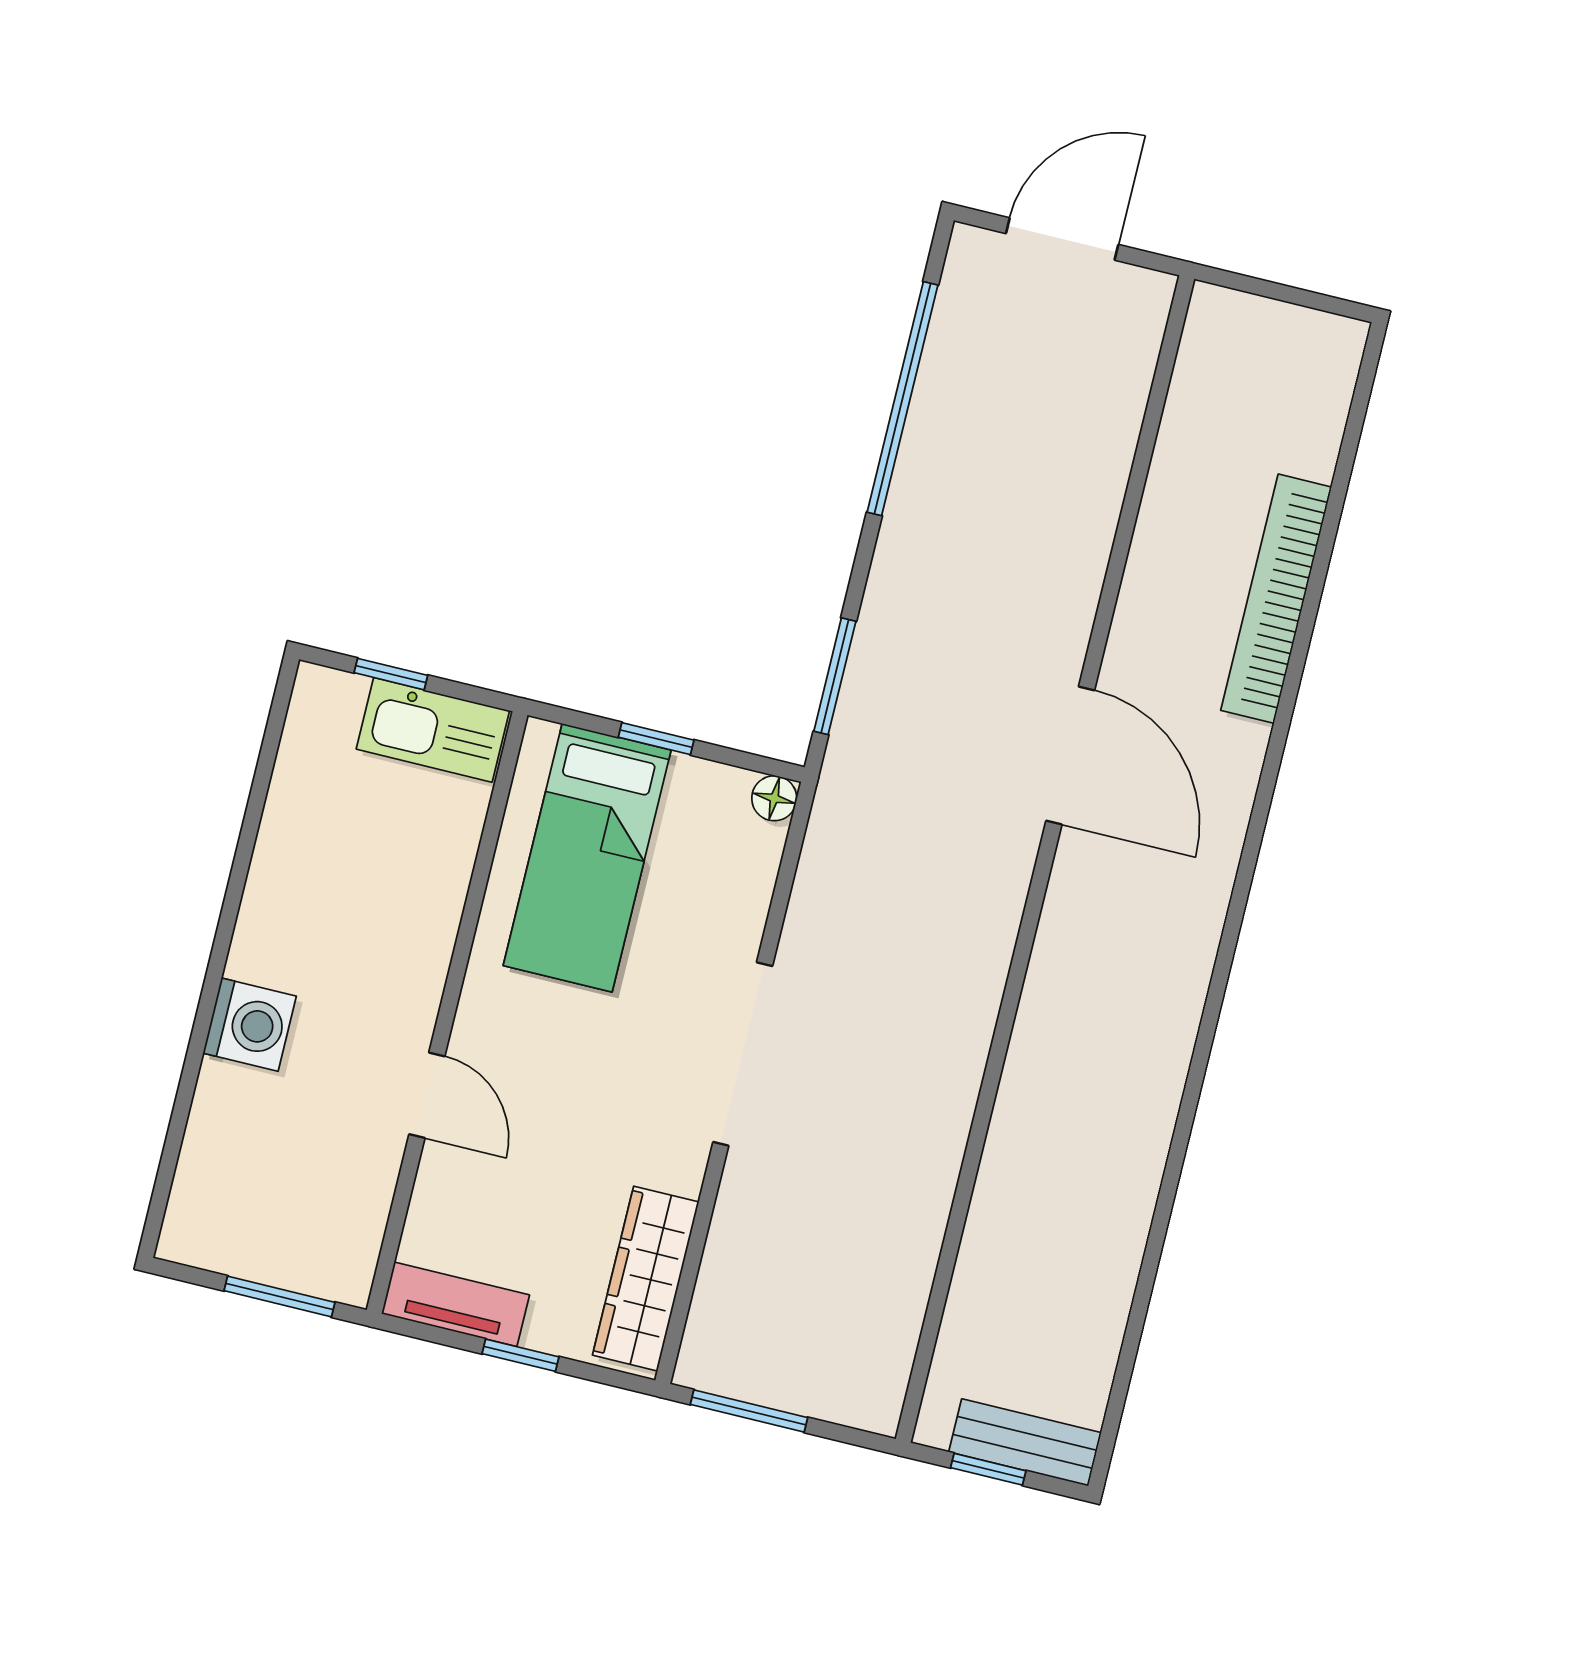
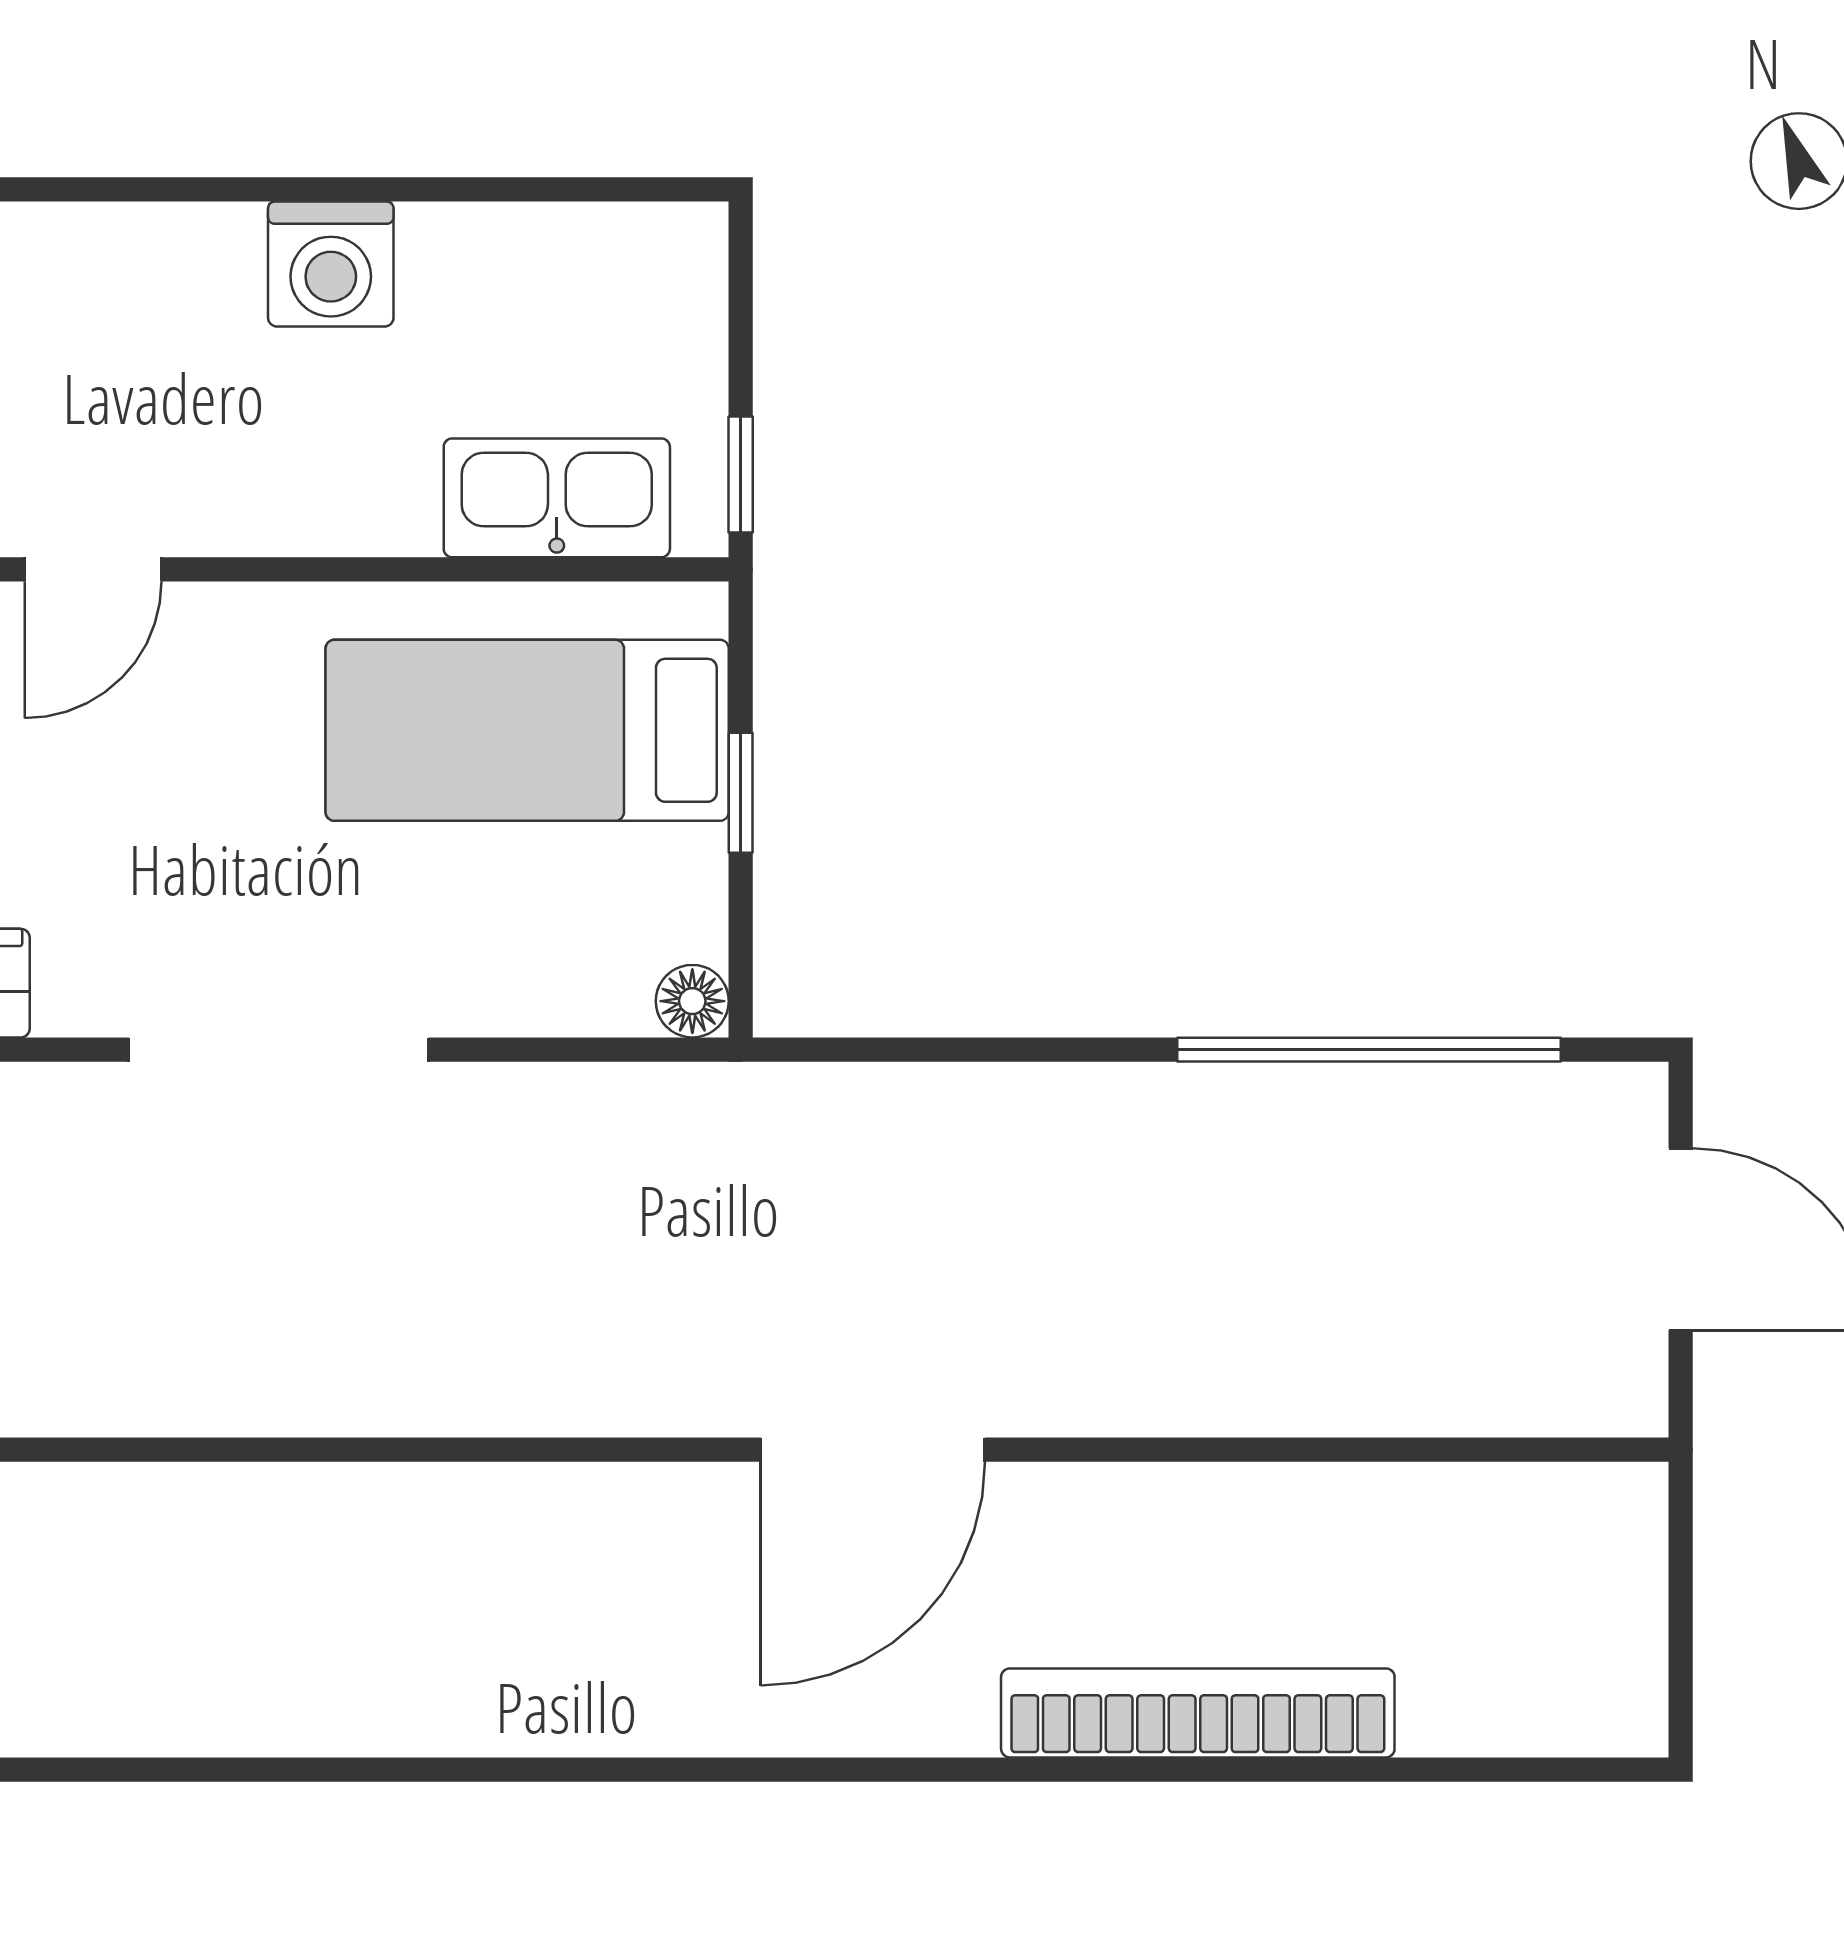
window: (391, 674) -> (741, 474), moved
window: (835, 676) -> (907, 1050), removed
kitchen sink: (433, 730) -> (557, 498), moved, turned 90
washing machine: (250, 1025) -> (331, 264), moved

